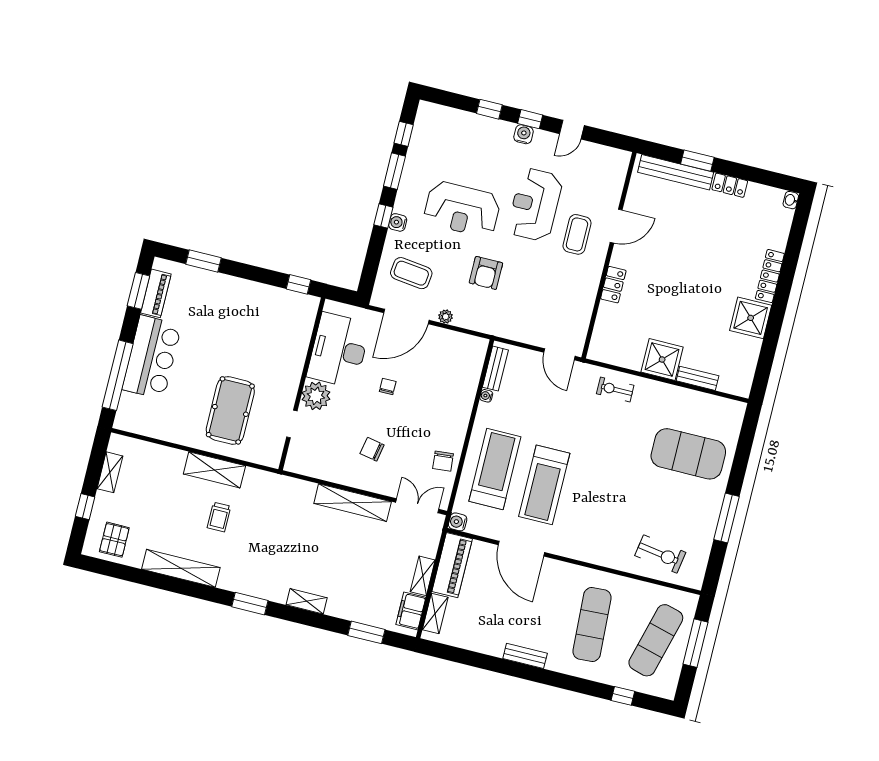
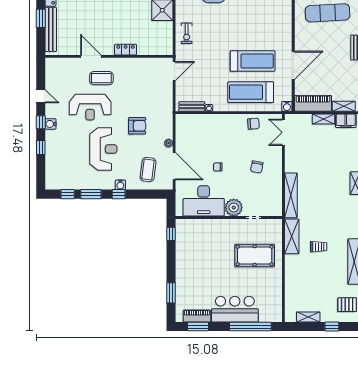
shelving: (214, 470) -> (292, 236), moved
shelving: (353, 503) -> (291, 195), moved

